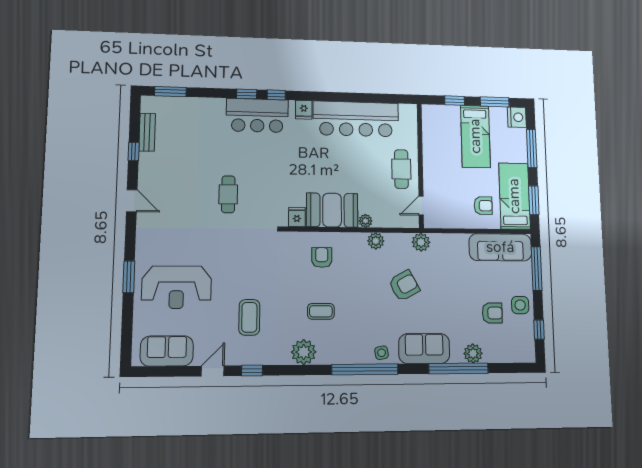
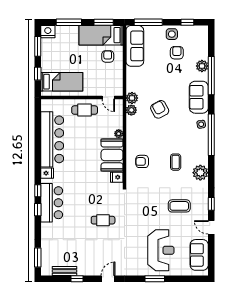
bed: (475, 136) -> (62, 82), moved
plant: (376, 241) -> (131, 110), moved

